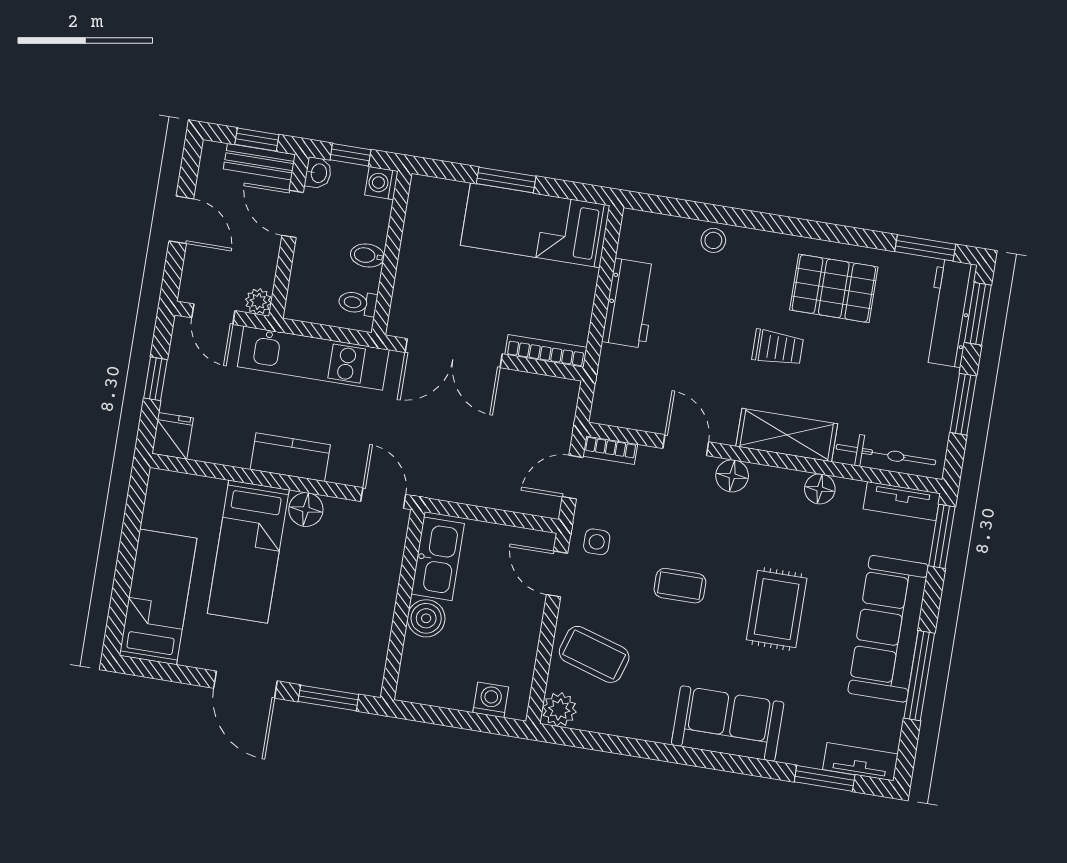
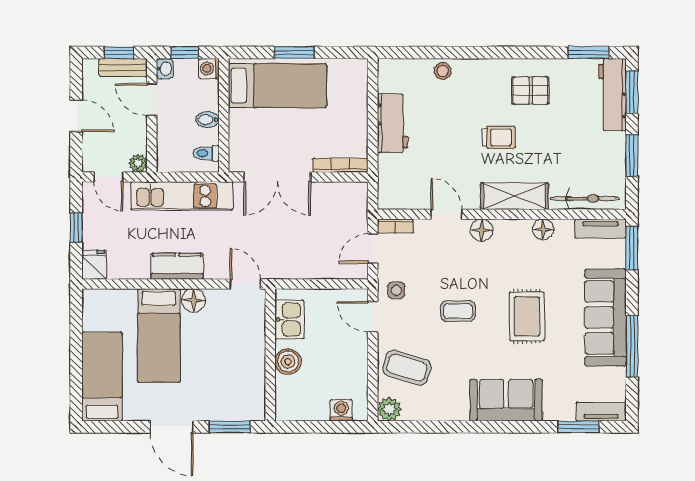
bed: (535, 225) -> (277, 86), moved, turned 180
pallet: (834, 288) -> (530, 91), width x0.67, depth x0.71
kitchen sink: (438, 559) -> (289, 320), width x0.73

